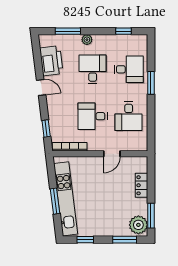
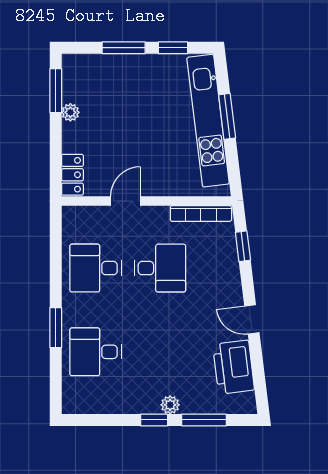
window: (124, 31) -> (154, 420), moved
desk: (93, 69) -> (160, 352), removed
desk: (129, 116) -> (96, 268), turned -90
locker: (142, 185) -> (72, 175), moved
plant: (138, 225) -> (70, 112), moved, width x0.53, depth x0.53
window: (125, 240) -> (124, 48), moved

